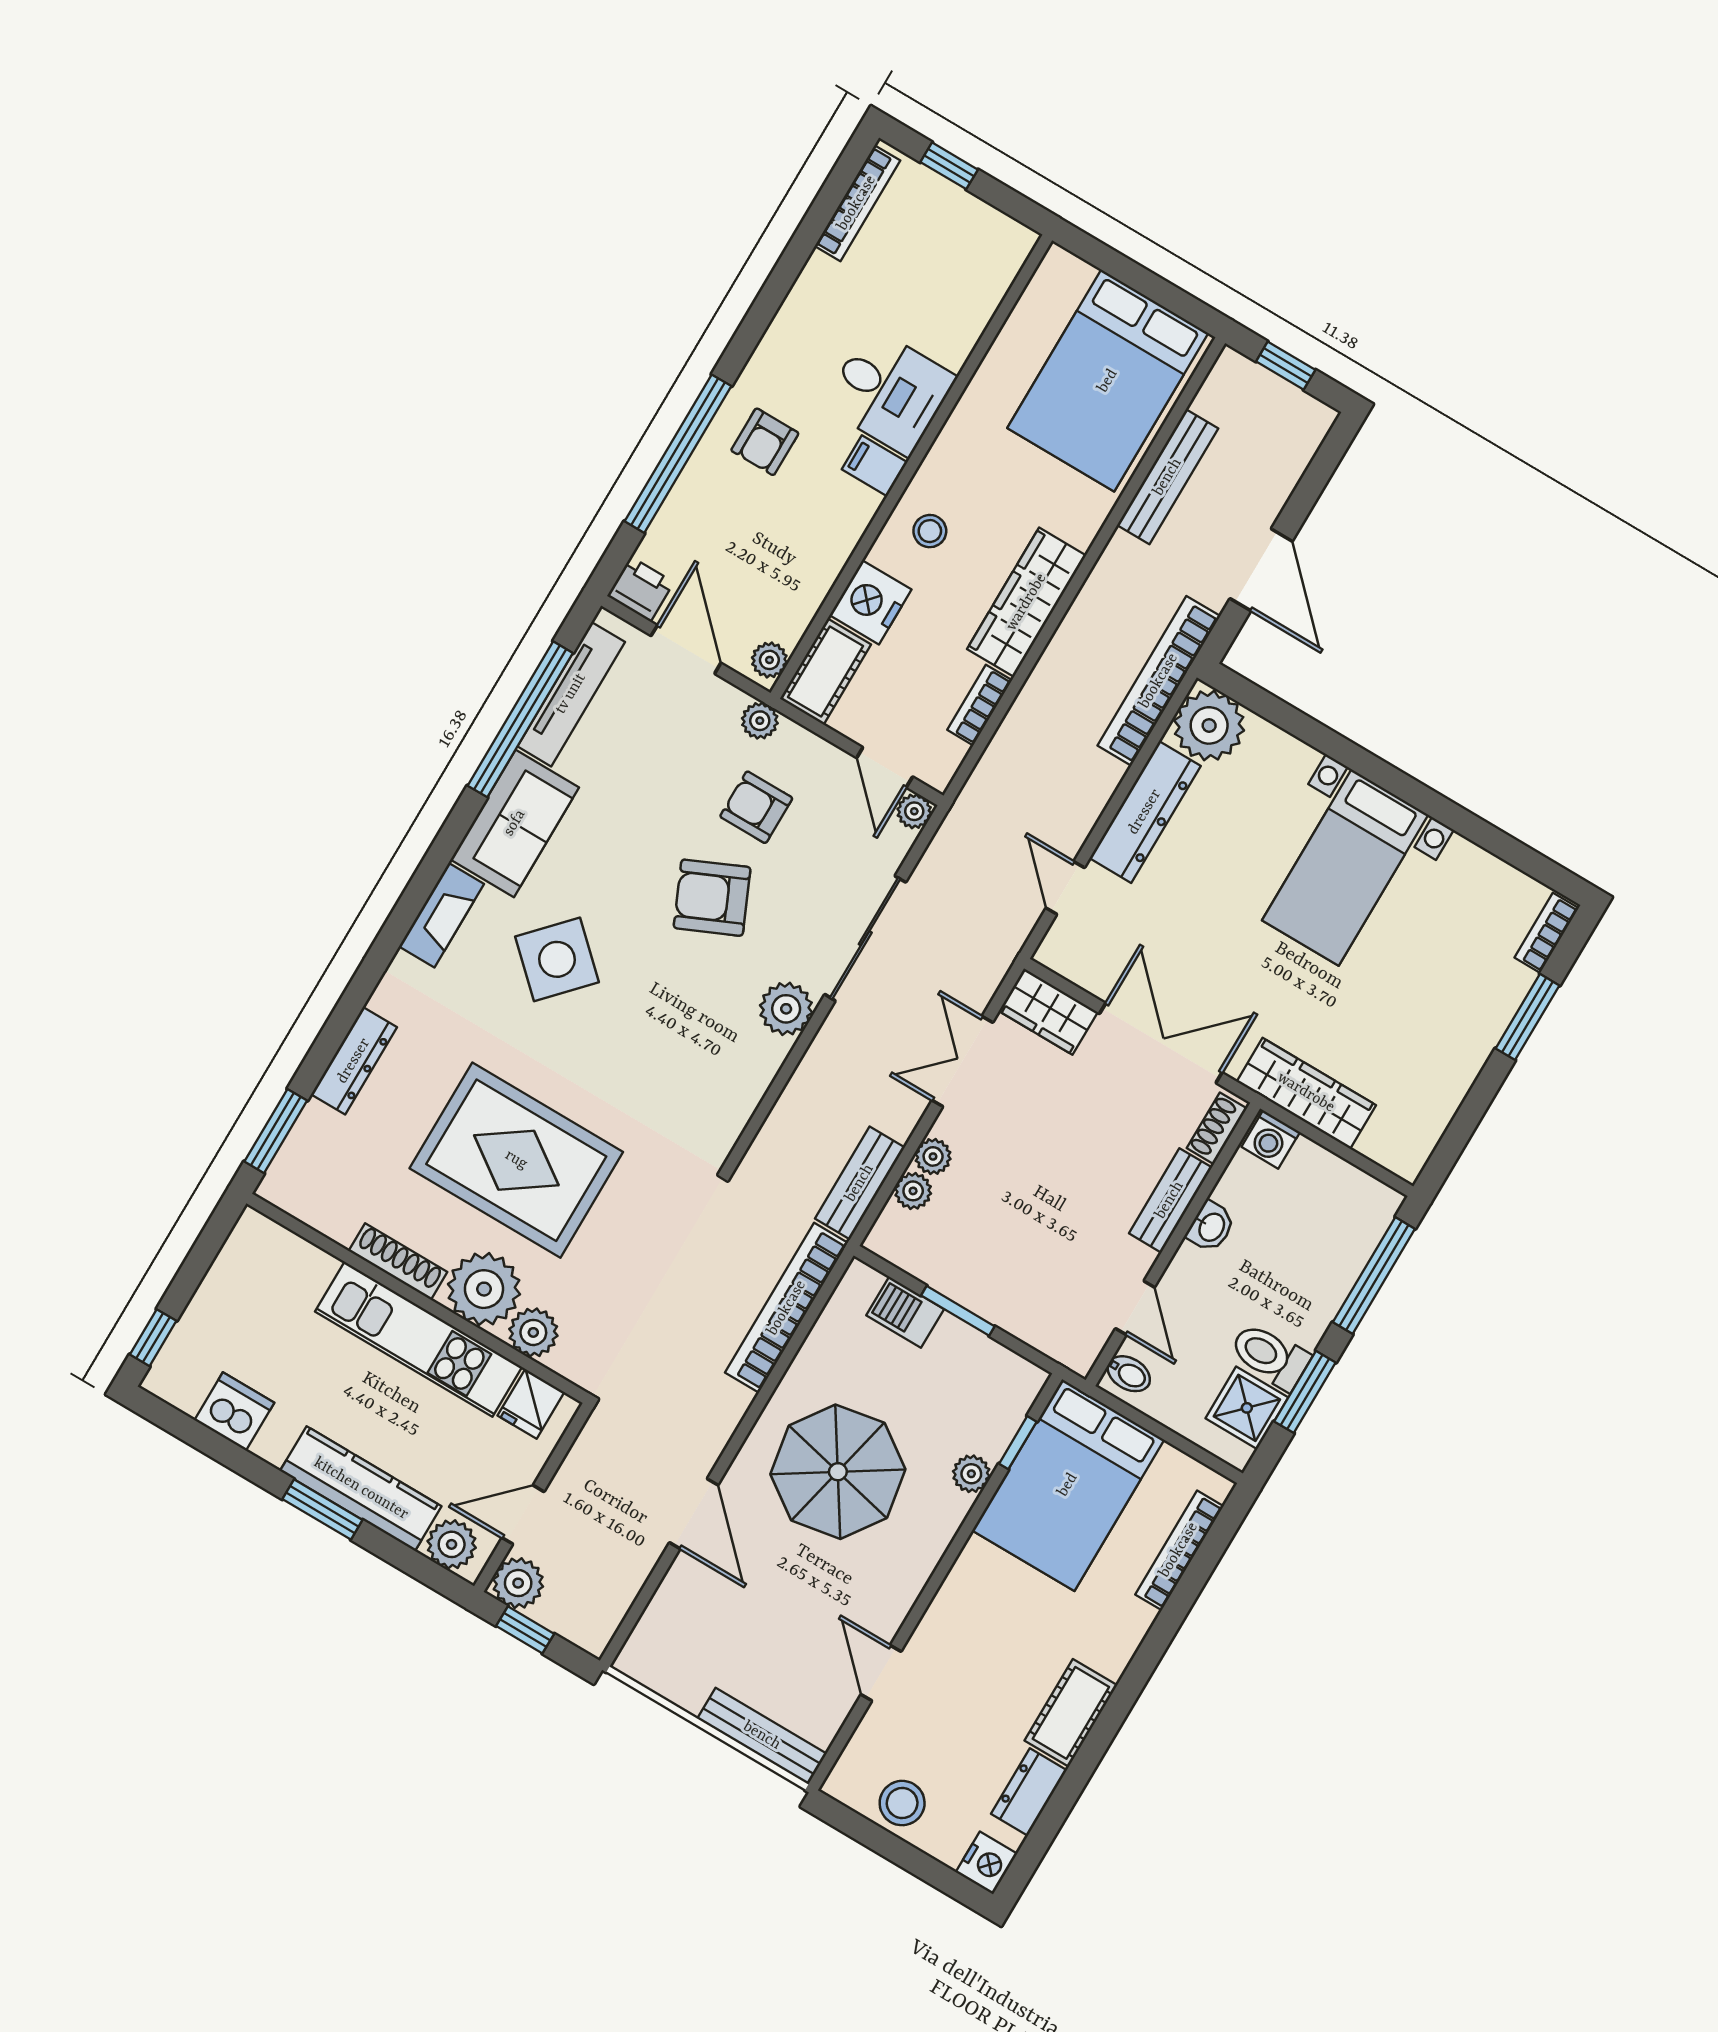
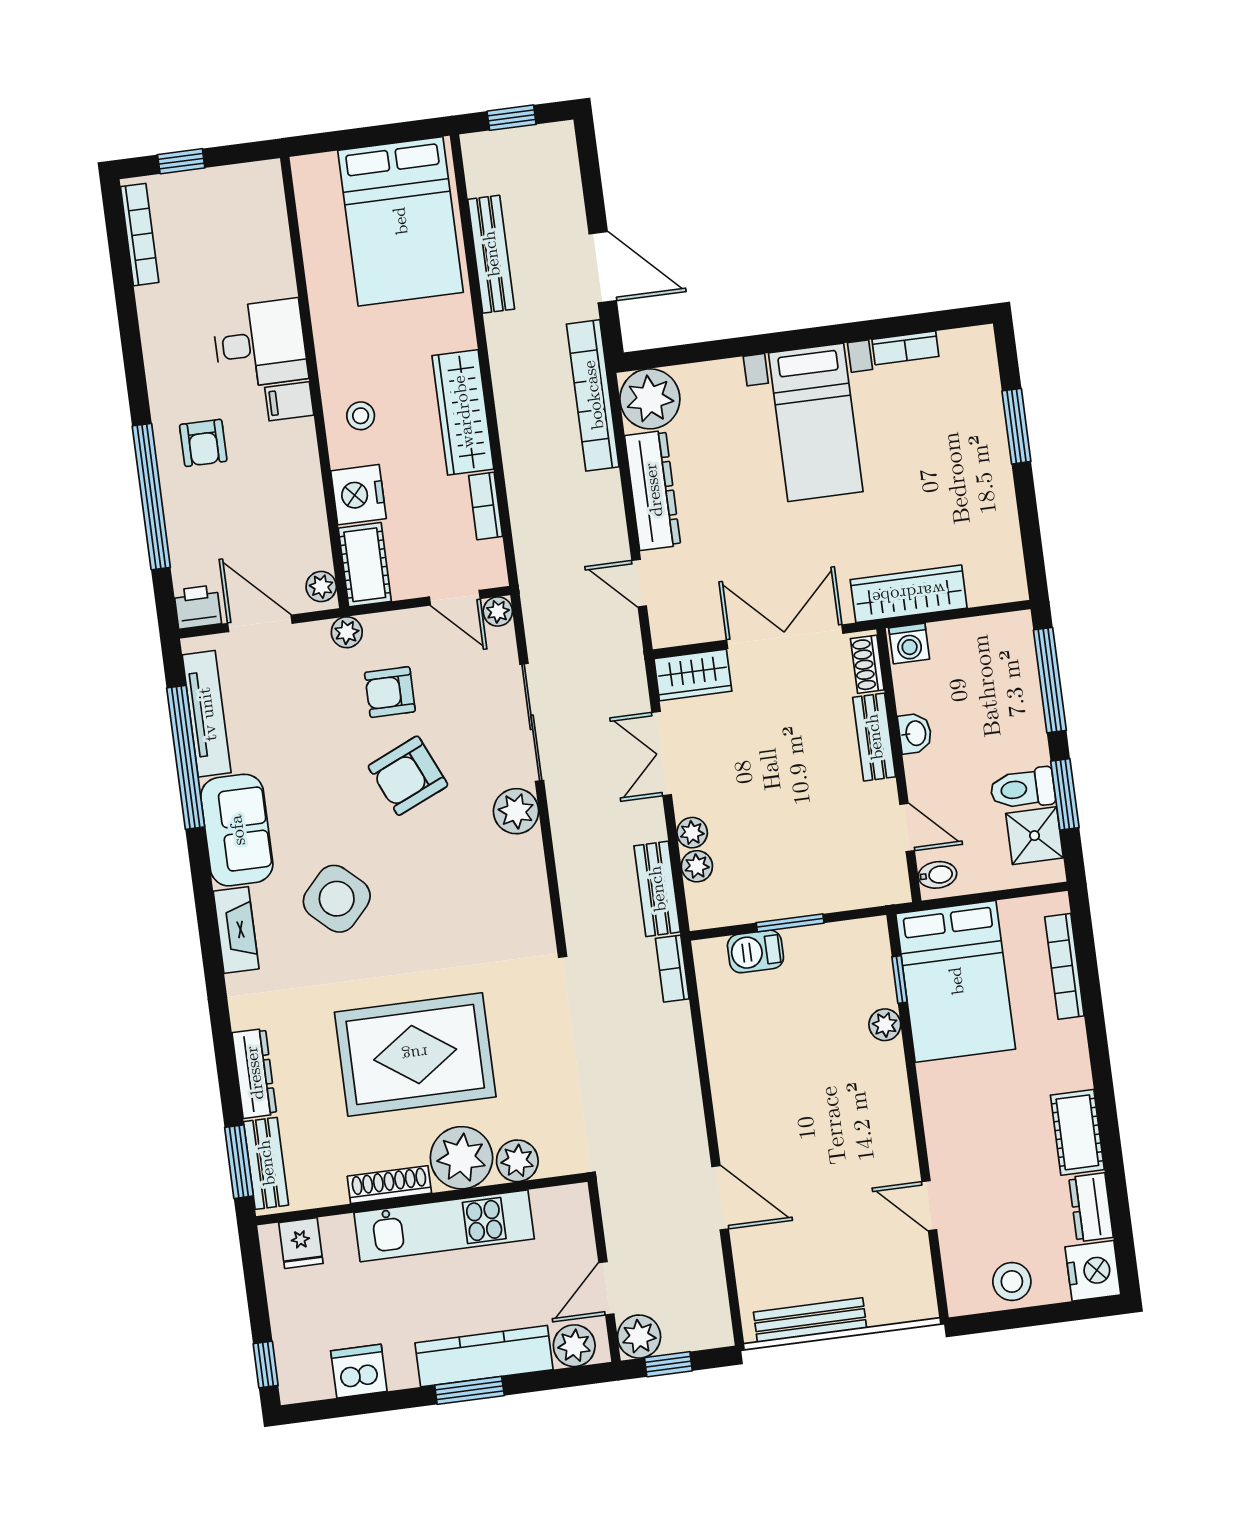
bookcase: (1547, 933) -> (905, 348), moved, turned -90
bench: (300, 1152) -> (266, 1163), added
bookcase: (787, 1308) -> (672, 969), width x0.43, depth x0.76
fridge: (531, 1404) -> (301, 1243), moved
parasol: (838, 1472) -> (794, 1094), removed
bench: (762, 1736) -> (810, 1320), moved
nightstand: (987, 1863) -> (1093, 1271), width x1.36, depth x1.33

